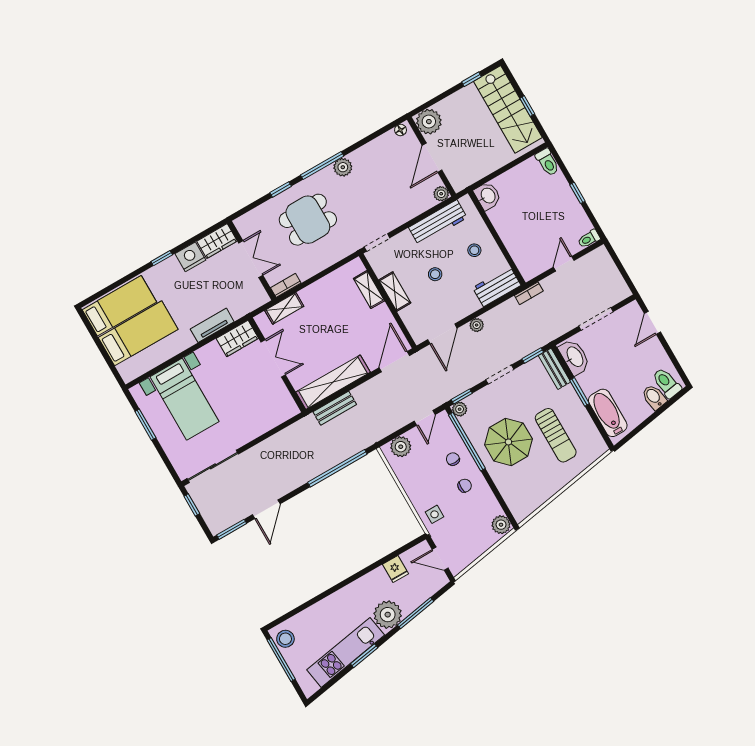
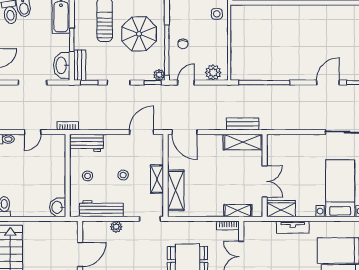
plant: (441, 194) -> (116, 227), moved
shelving: (369, 290) -> (176, 190), width x1.50, depth x1.33
plant: (477, 325) -> (115, 125), removed
double door: (273, 358) -> (265, 181), swing flipped
door: (394, 362) -> (184, 132), hinge flipped
shelving: (333, 382) -> (243, 142), width x0.68
chair: (465, 486) -> (185, 21), removed

